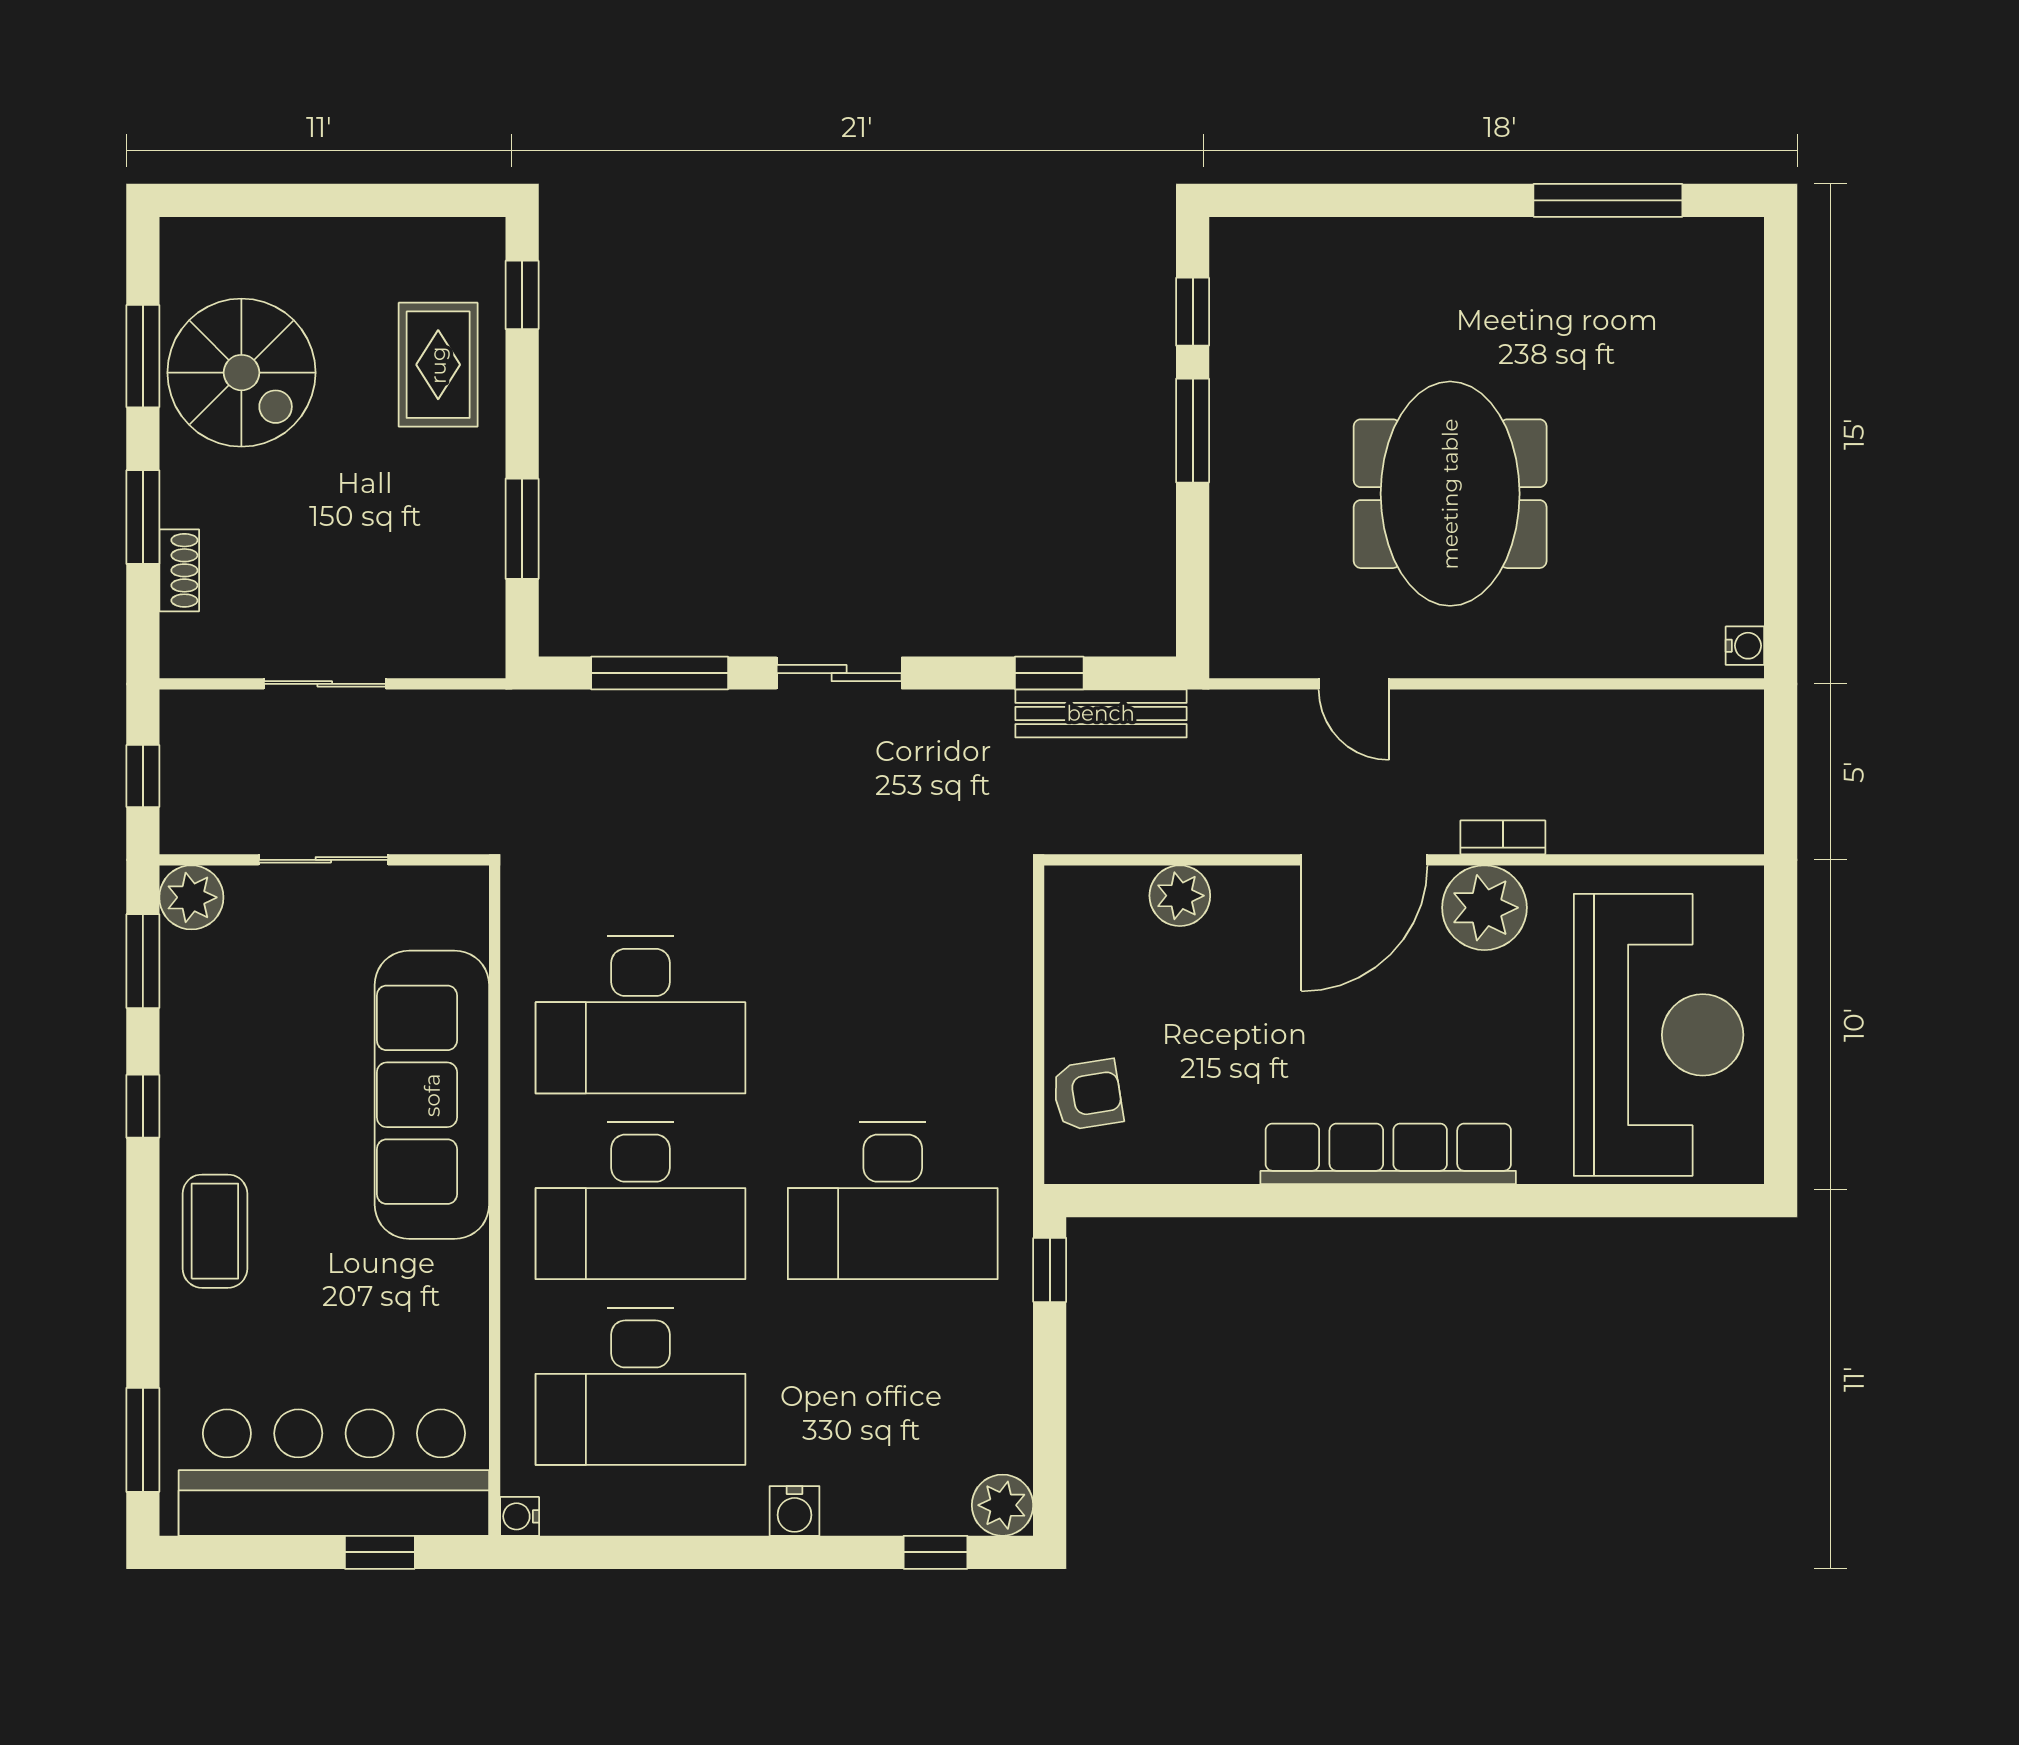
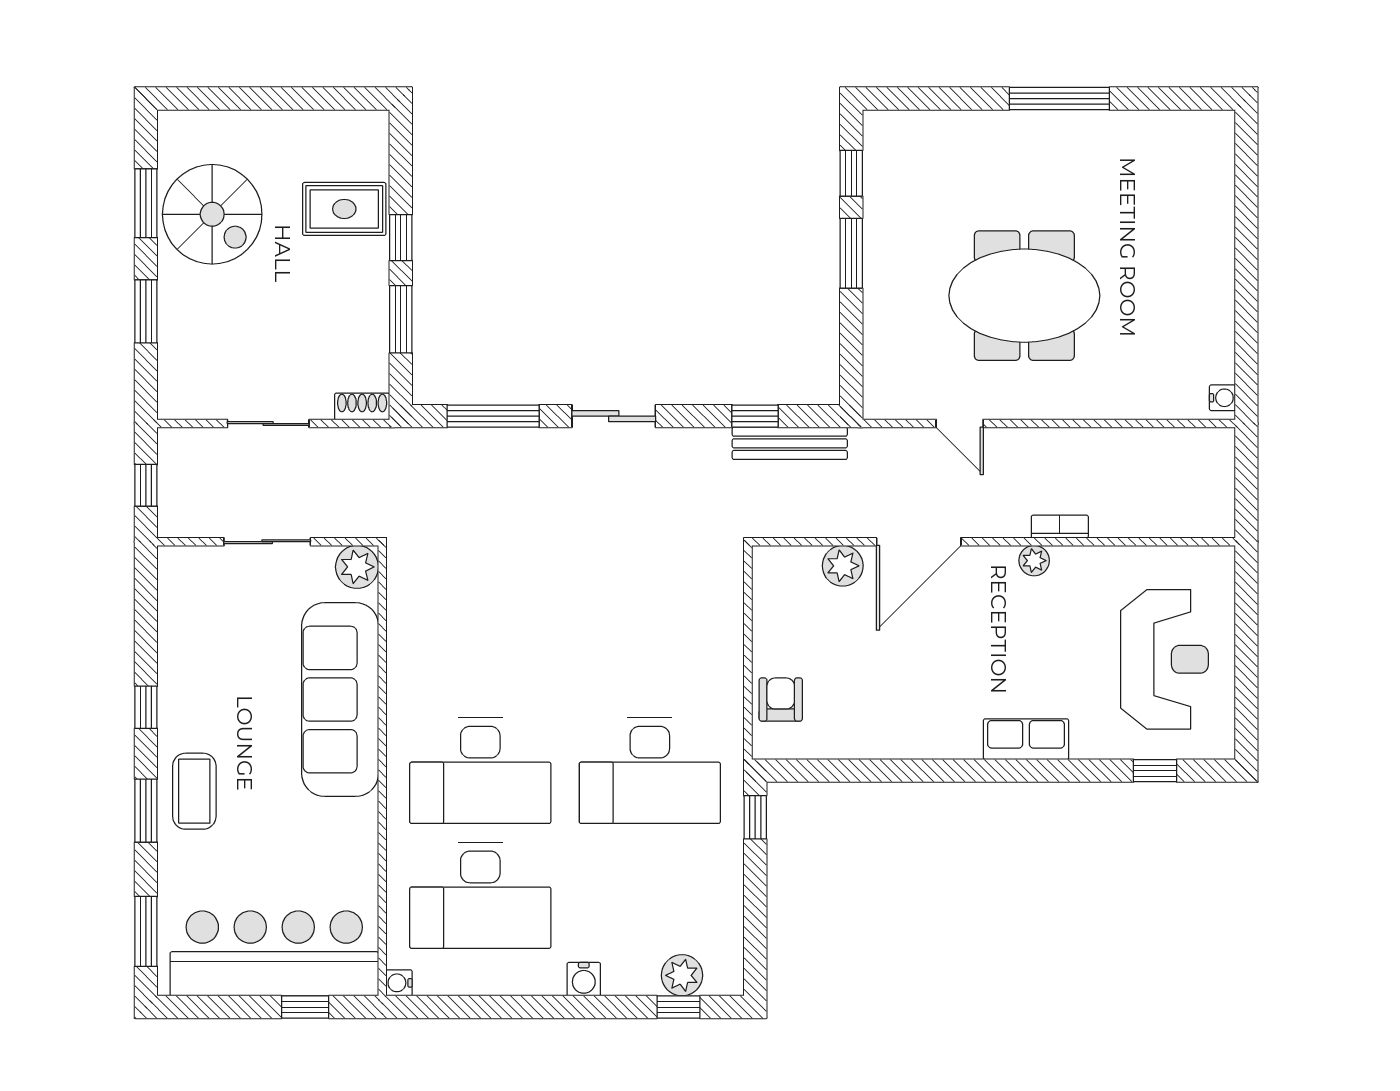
window: (1608, 200) -> (1059, 99), moved
window: (522, 295) -> (401, 238), moved
rug: (438, 365) -> (344, 209), turned 90
meeting table: (1450, 494) -> (1024, 296), turned 90
shoe rack: (179, 570) -> (362, 406), moved, turned -90
door: (1364, 860) -> (919, 542), moved
plant: (191, 897) -> (357, 567), moved
plant: (1484, 908) -> (1034, 561), width x0.53, depth x0.53
window: (143, 961) -> (146, 811), moved
desk: (640, 1015) -> (480, 646), removed
reception desk: (1659, 1035) -> (1164, 659), width x0.74, depth x0.77
armchair: (1088, 1095) -> (781, 700), turned -81
row of seats: (1388, 1154) -> (1026, 739), width x0.50
window: (1645, 1201) -> (1155, 771), added
plant: (1003, 1505) -> (682, 975), moved

